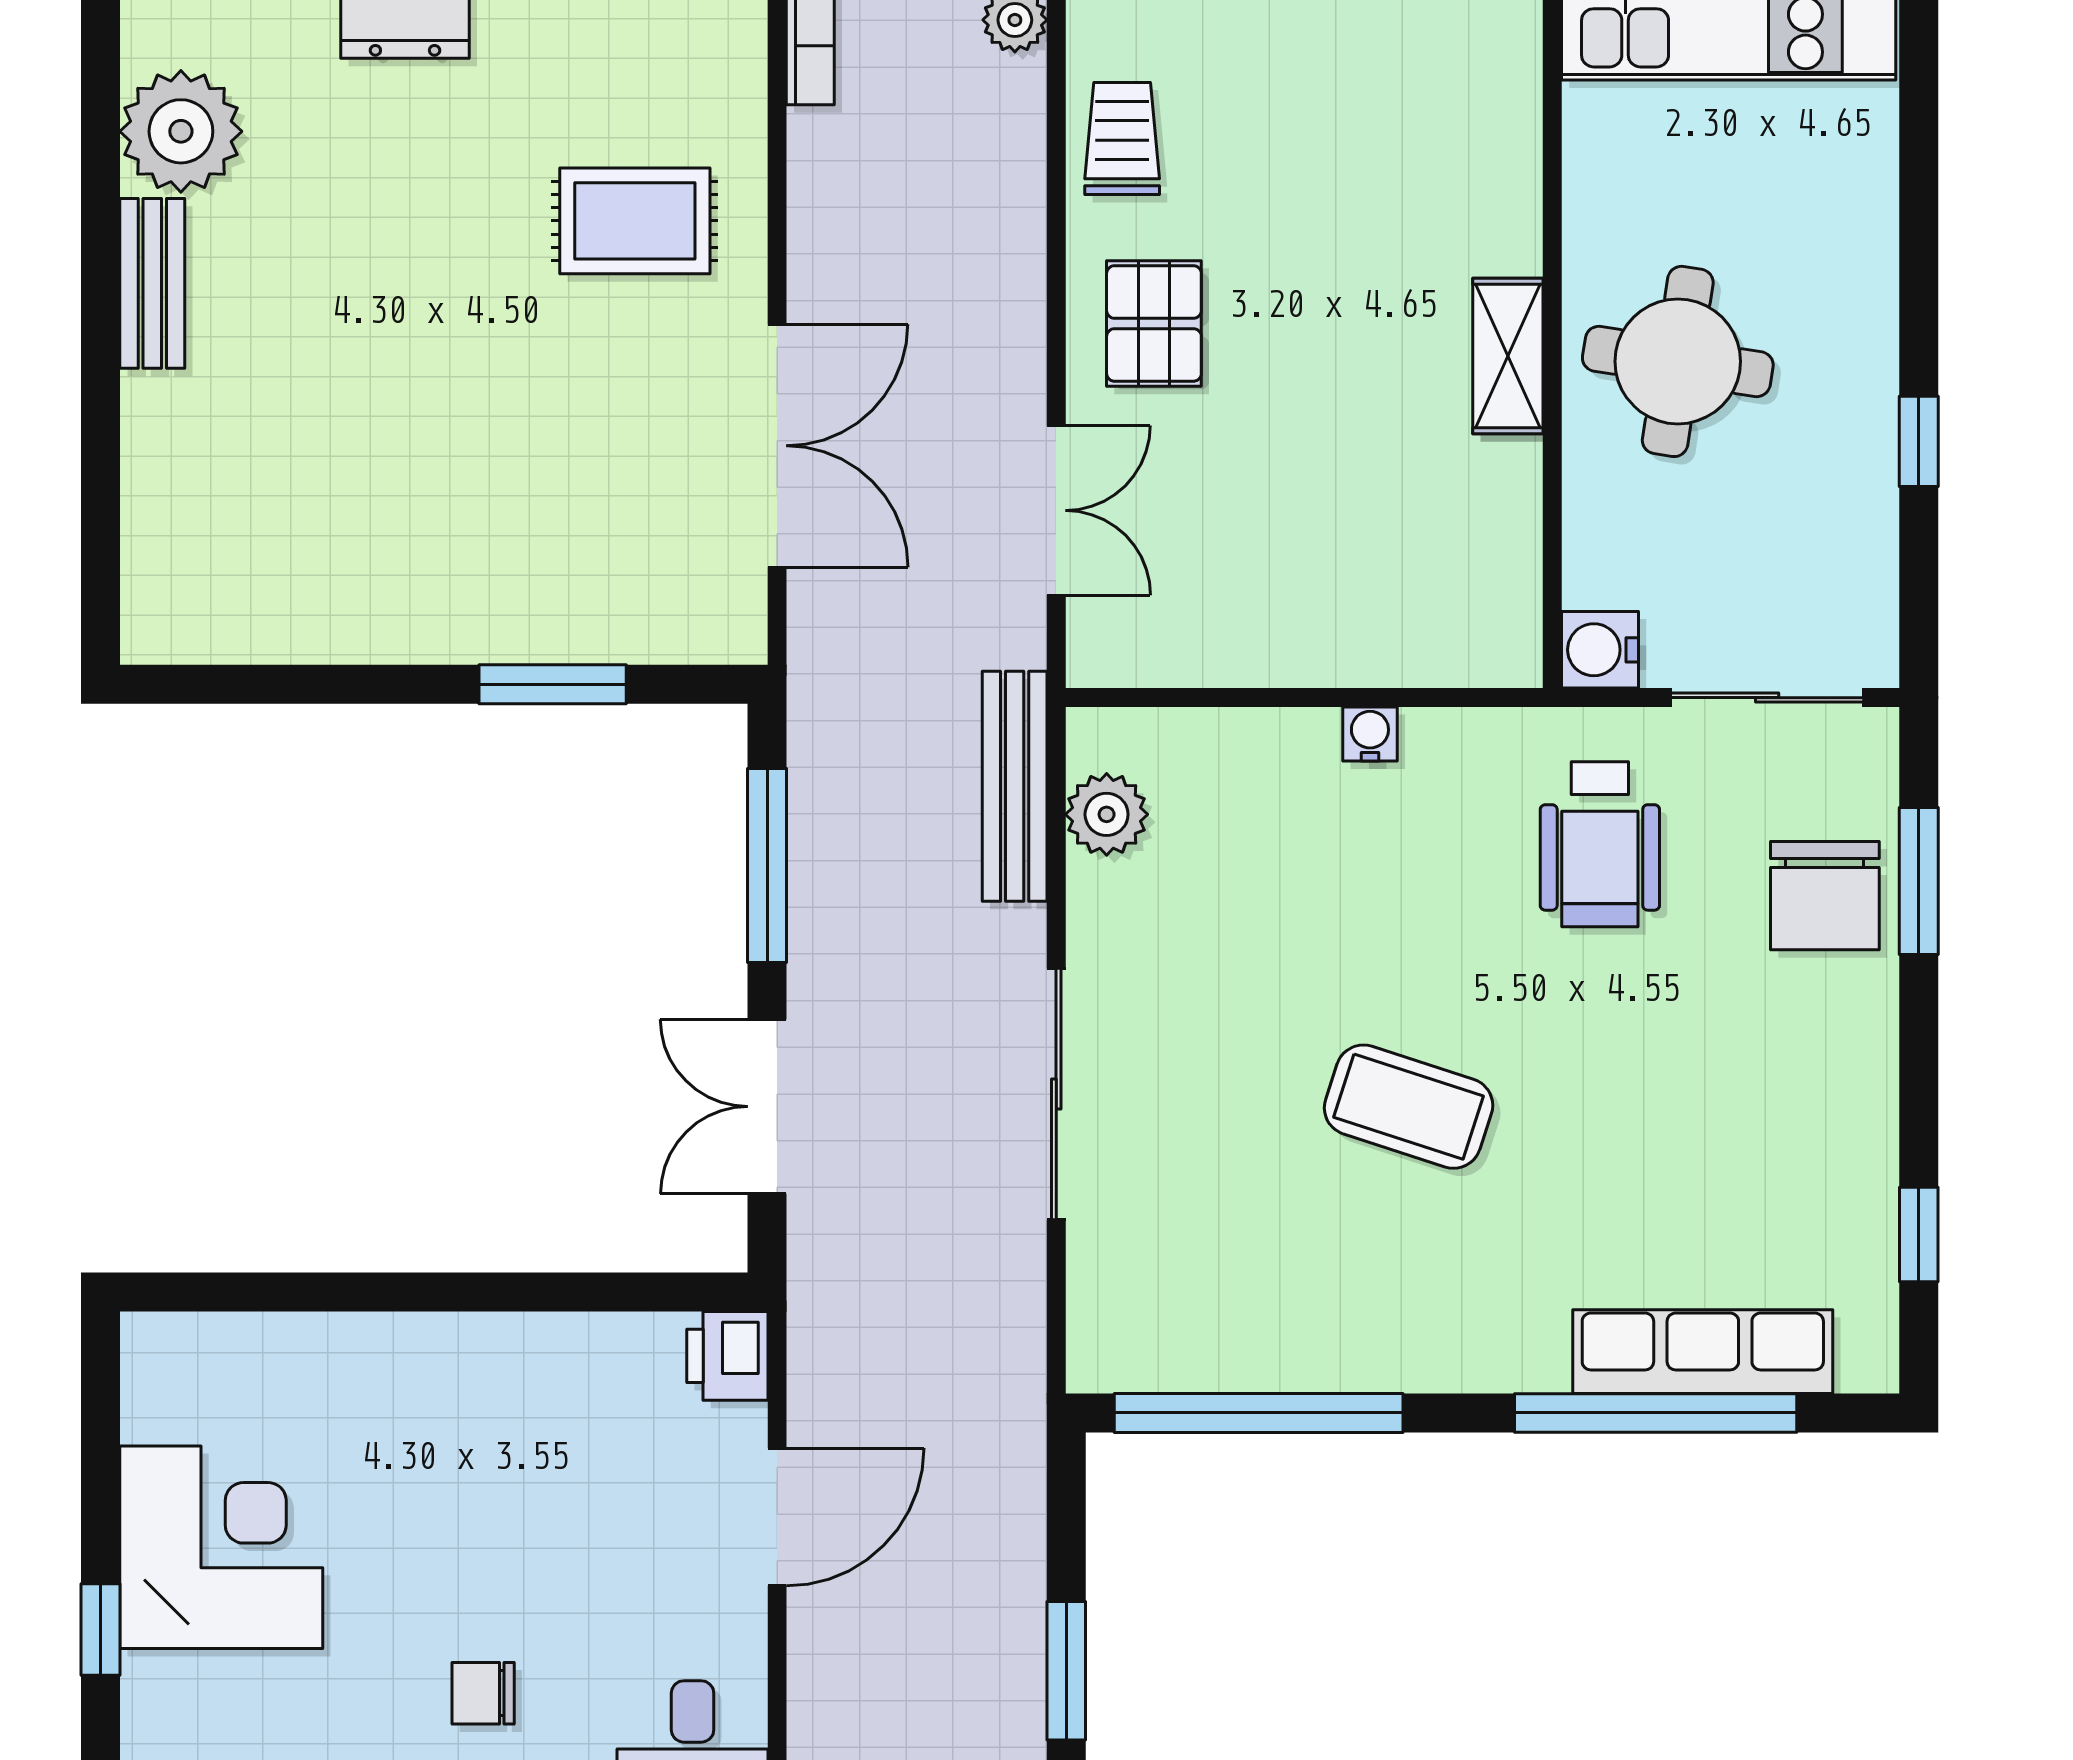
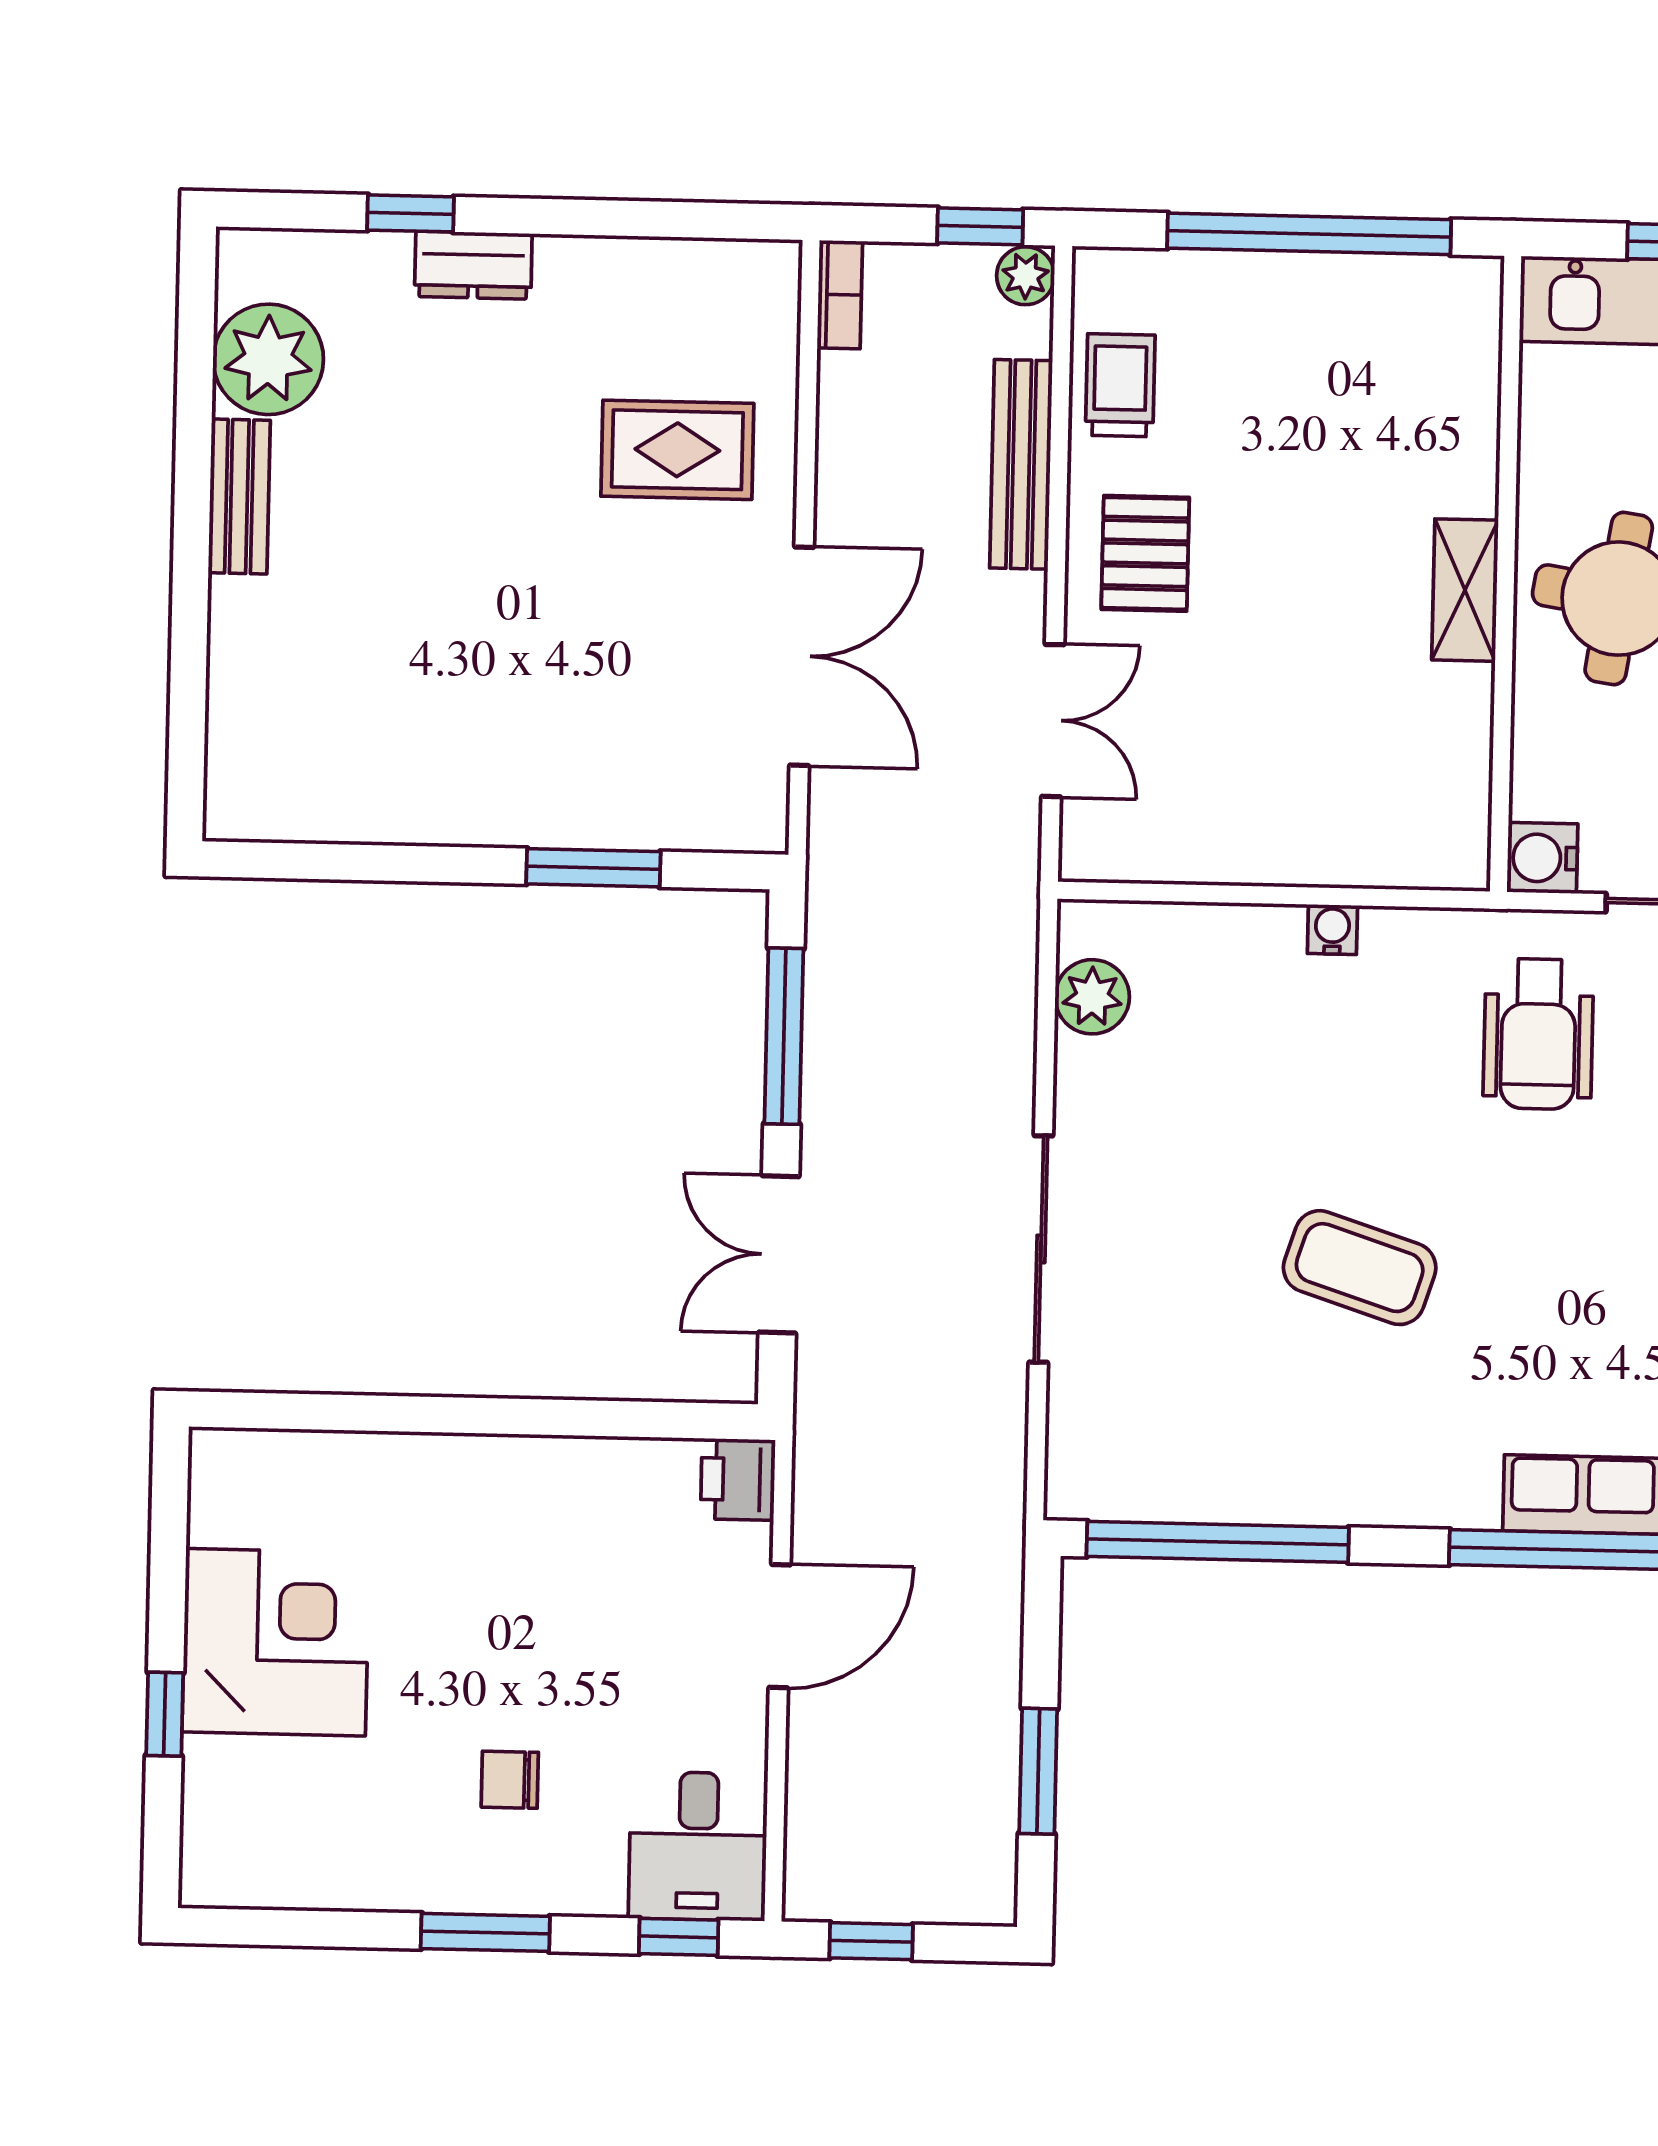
bench: (1015, 786) -> (1021, 464), moved

